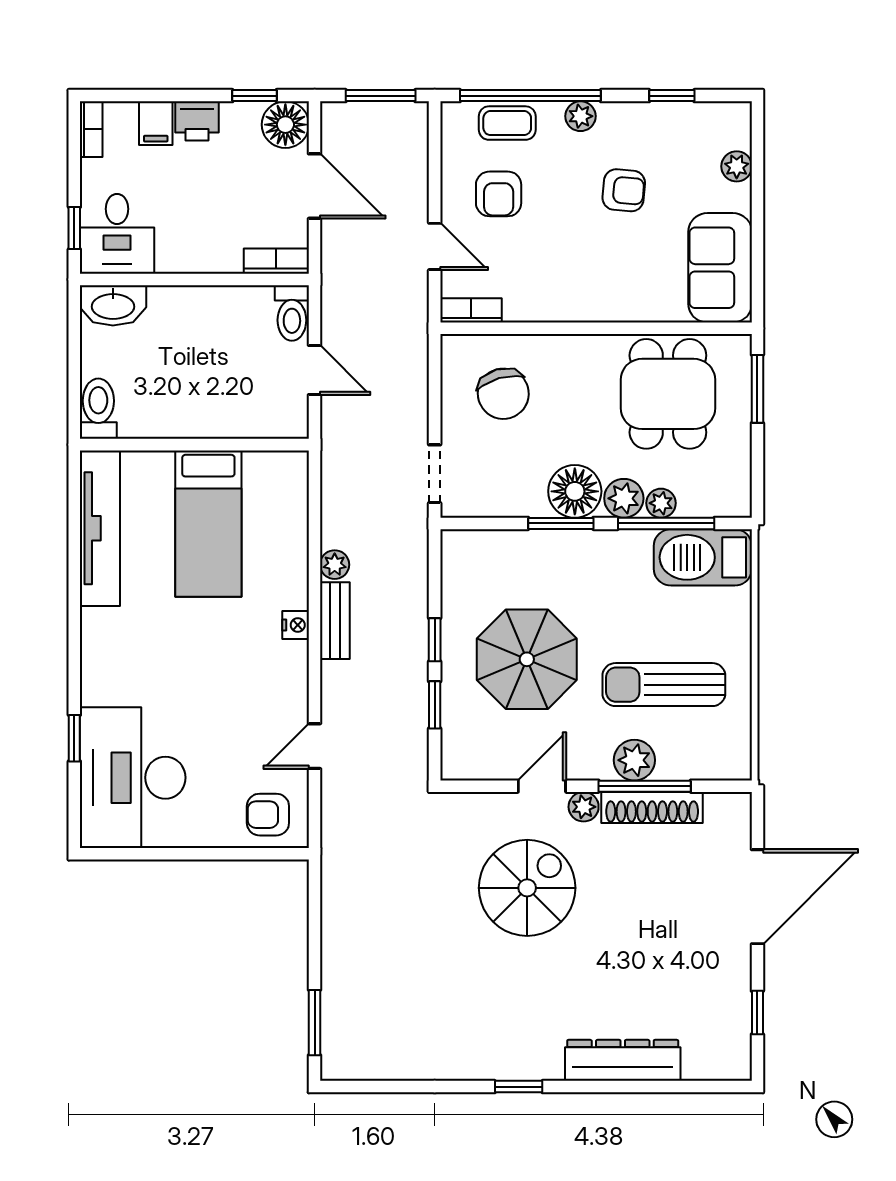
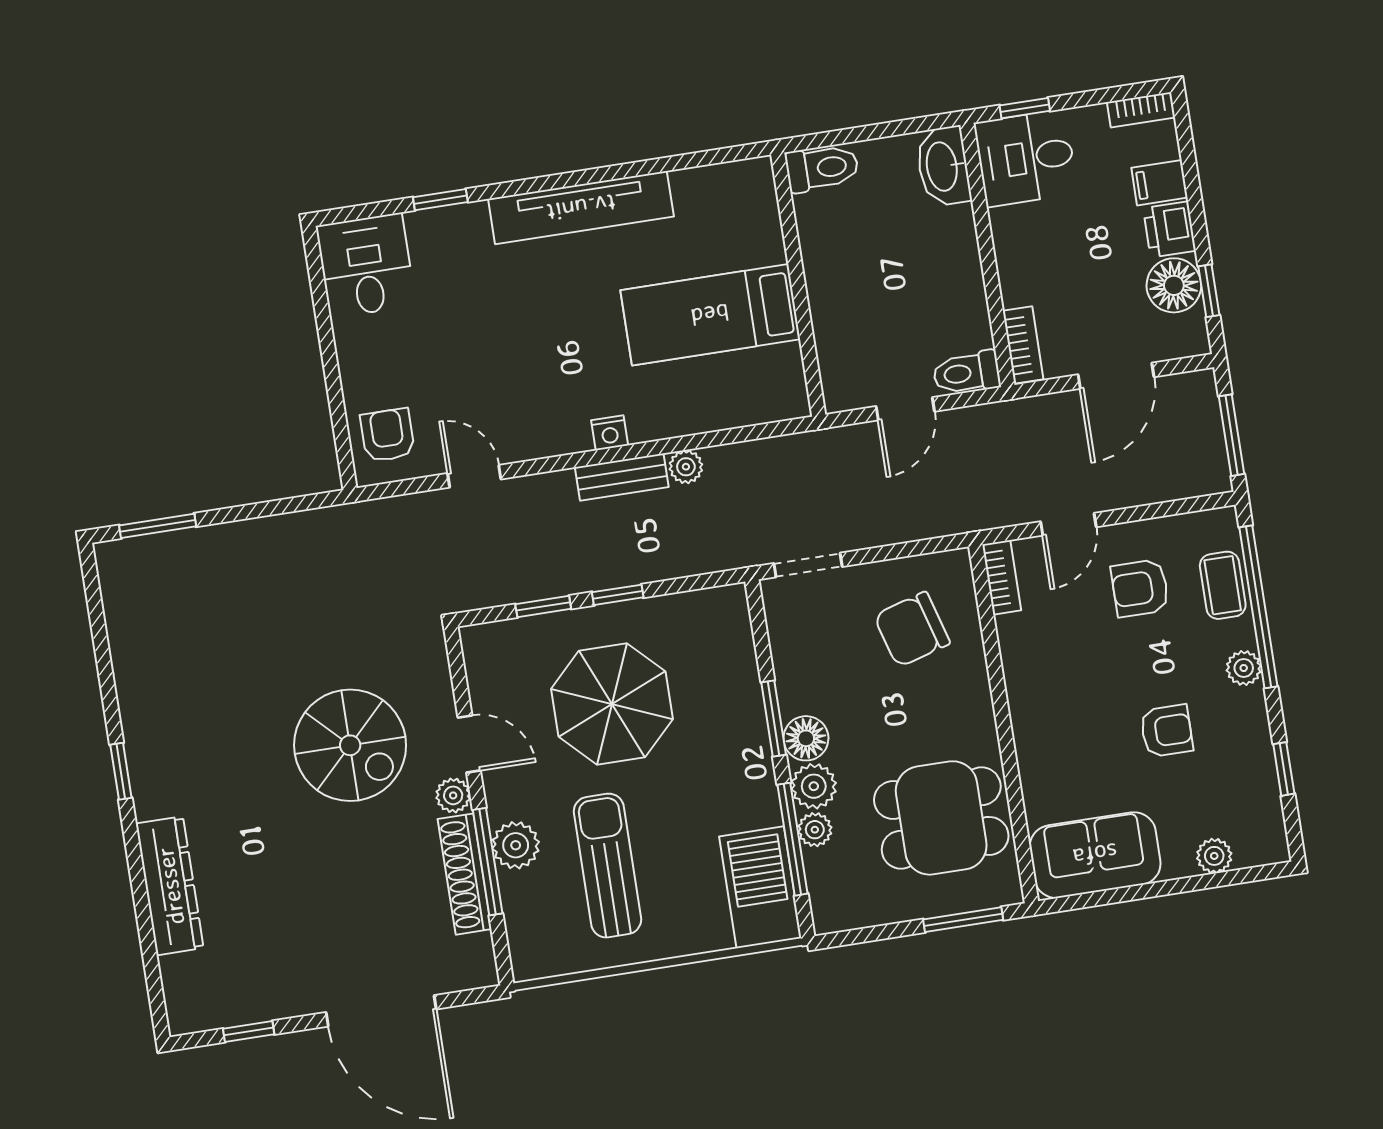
floor lamp: (285, 125) -> (1174, 285), moved
armchair: (624, 190) -> (1167, 731), turned -95
floor lamp: (575, 491) -> (806, 738), width x0.73, depth x0.73
tv unit: (100, 528) -> (581, 208), moved
desk: (133, 778) -> (366, 266), width x0.53, depth x0.77

